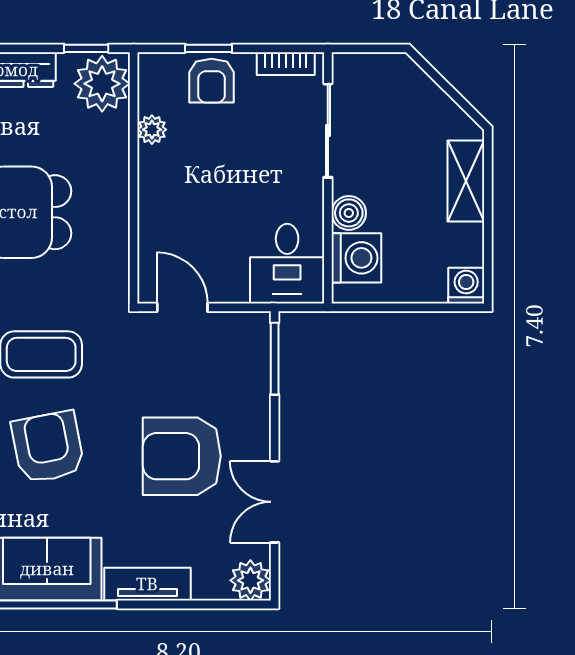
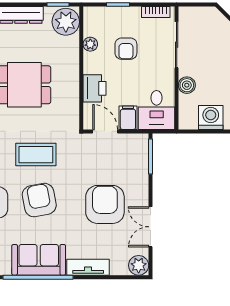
armchair: (212, 81) -> (126, 49), moved
printer: (161, 220) -> (94, 88), added
washing machine: (356, 258) -> (211, 117), moved, turned -90
filing cabinet: (229, 279) -> (128, 118), added
armchair: (182, 456) -> (105, 204), turned 90

